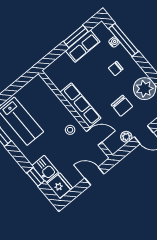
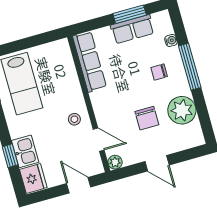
window: (124, 40) -> (190, 67), moved
row of seats: (80, 105) -> (89, 62), moved
plant: (126, 137) -> (115, 162), moved

